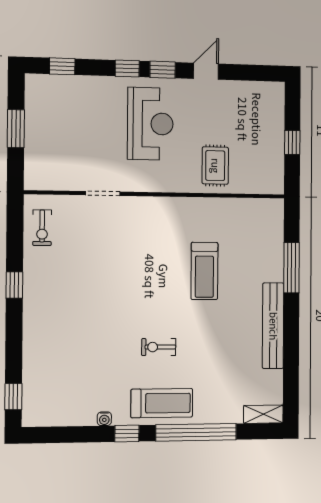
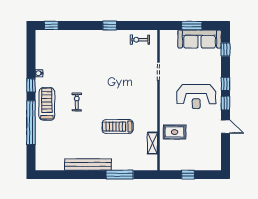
sofa: (42, 115) -> (200, 39), added
treadmill: (162, 403) -> (47, 104), turned 180
shelving: (263, 414) -> (152, 143), moved

